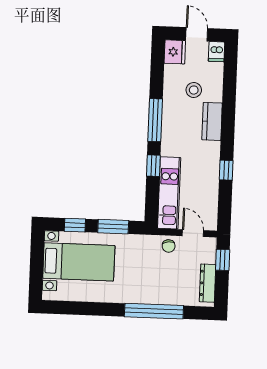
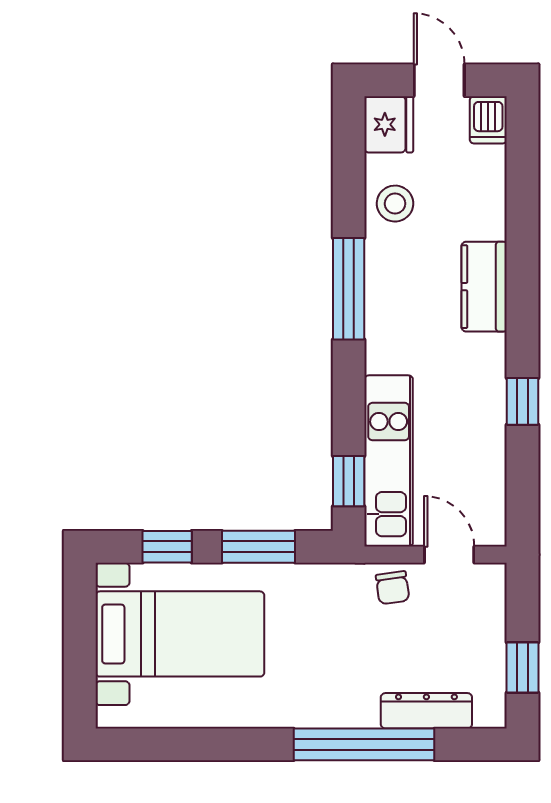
stool: (194, 90) -> (395, 204), moved
window: (153, 166) -> (349, 481), moved
window: (223, 260) -> (523, 667), moved
dresser: (208, 283) -> (426, 711), moved, turned 90

